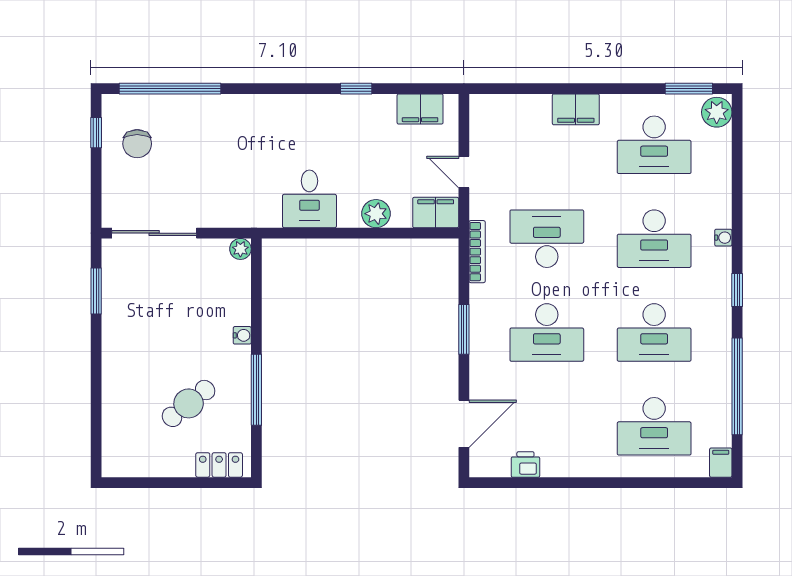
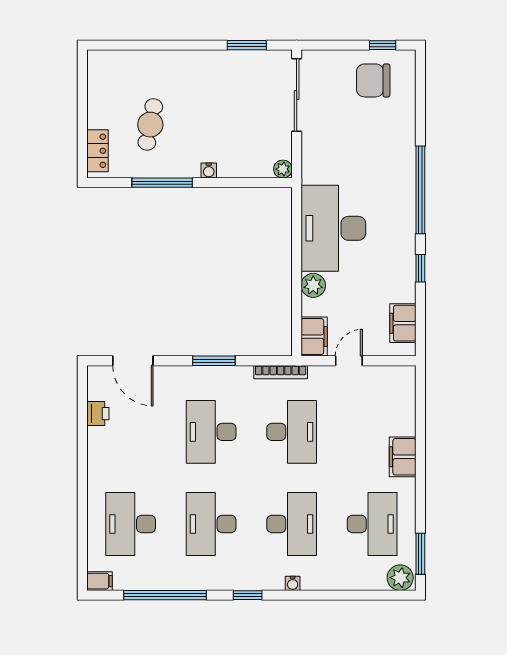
window: (170, 89) -> (420, 190), moved
chair: (137, 144) -> (373, 80), width x1.37, depth x1.37
desk: (654, 145) -> (372, 524), turned 180
desk: (309, 199) -> (333, 228), width x1.87, depth x1.30
desk: (654, 239) -> (292, 524), turned 180
cafe table: (189, 403) -> (150, 125), turned 50

